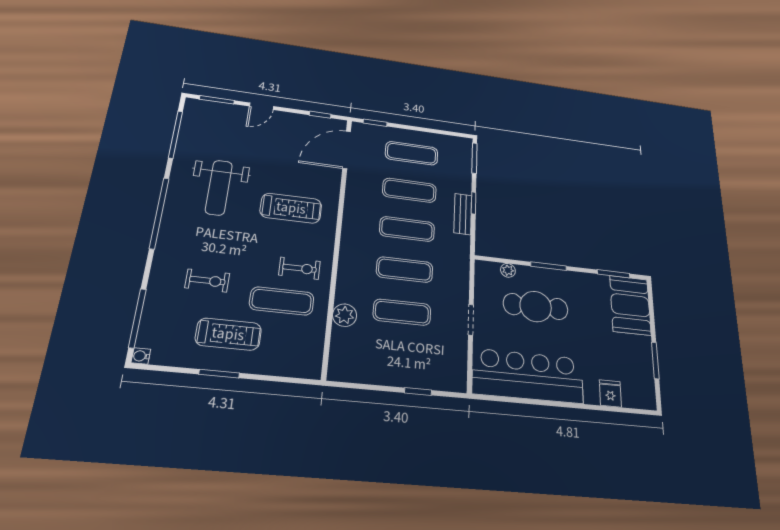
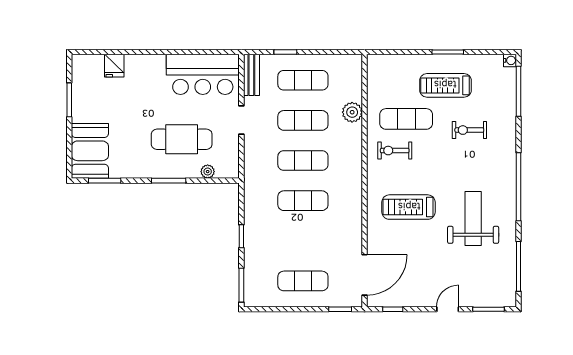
exercise mat: (409, 190) -> (303, 80), moved
bench: (463, 214) -> (251, 75), moved
bar counter: (528, 376) -> (203, 74), width x0.73

